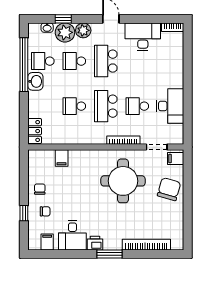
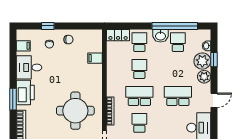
school desk: (74, 61) -> (139, 42), moved
printer: (95, 243) -> (25, 92), width x1.87, depth x1.48

